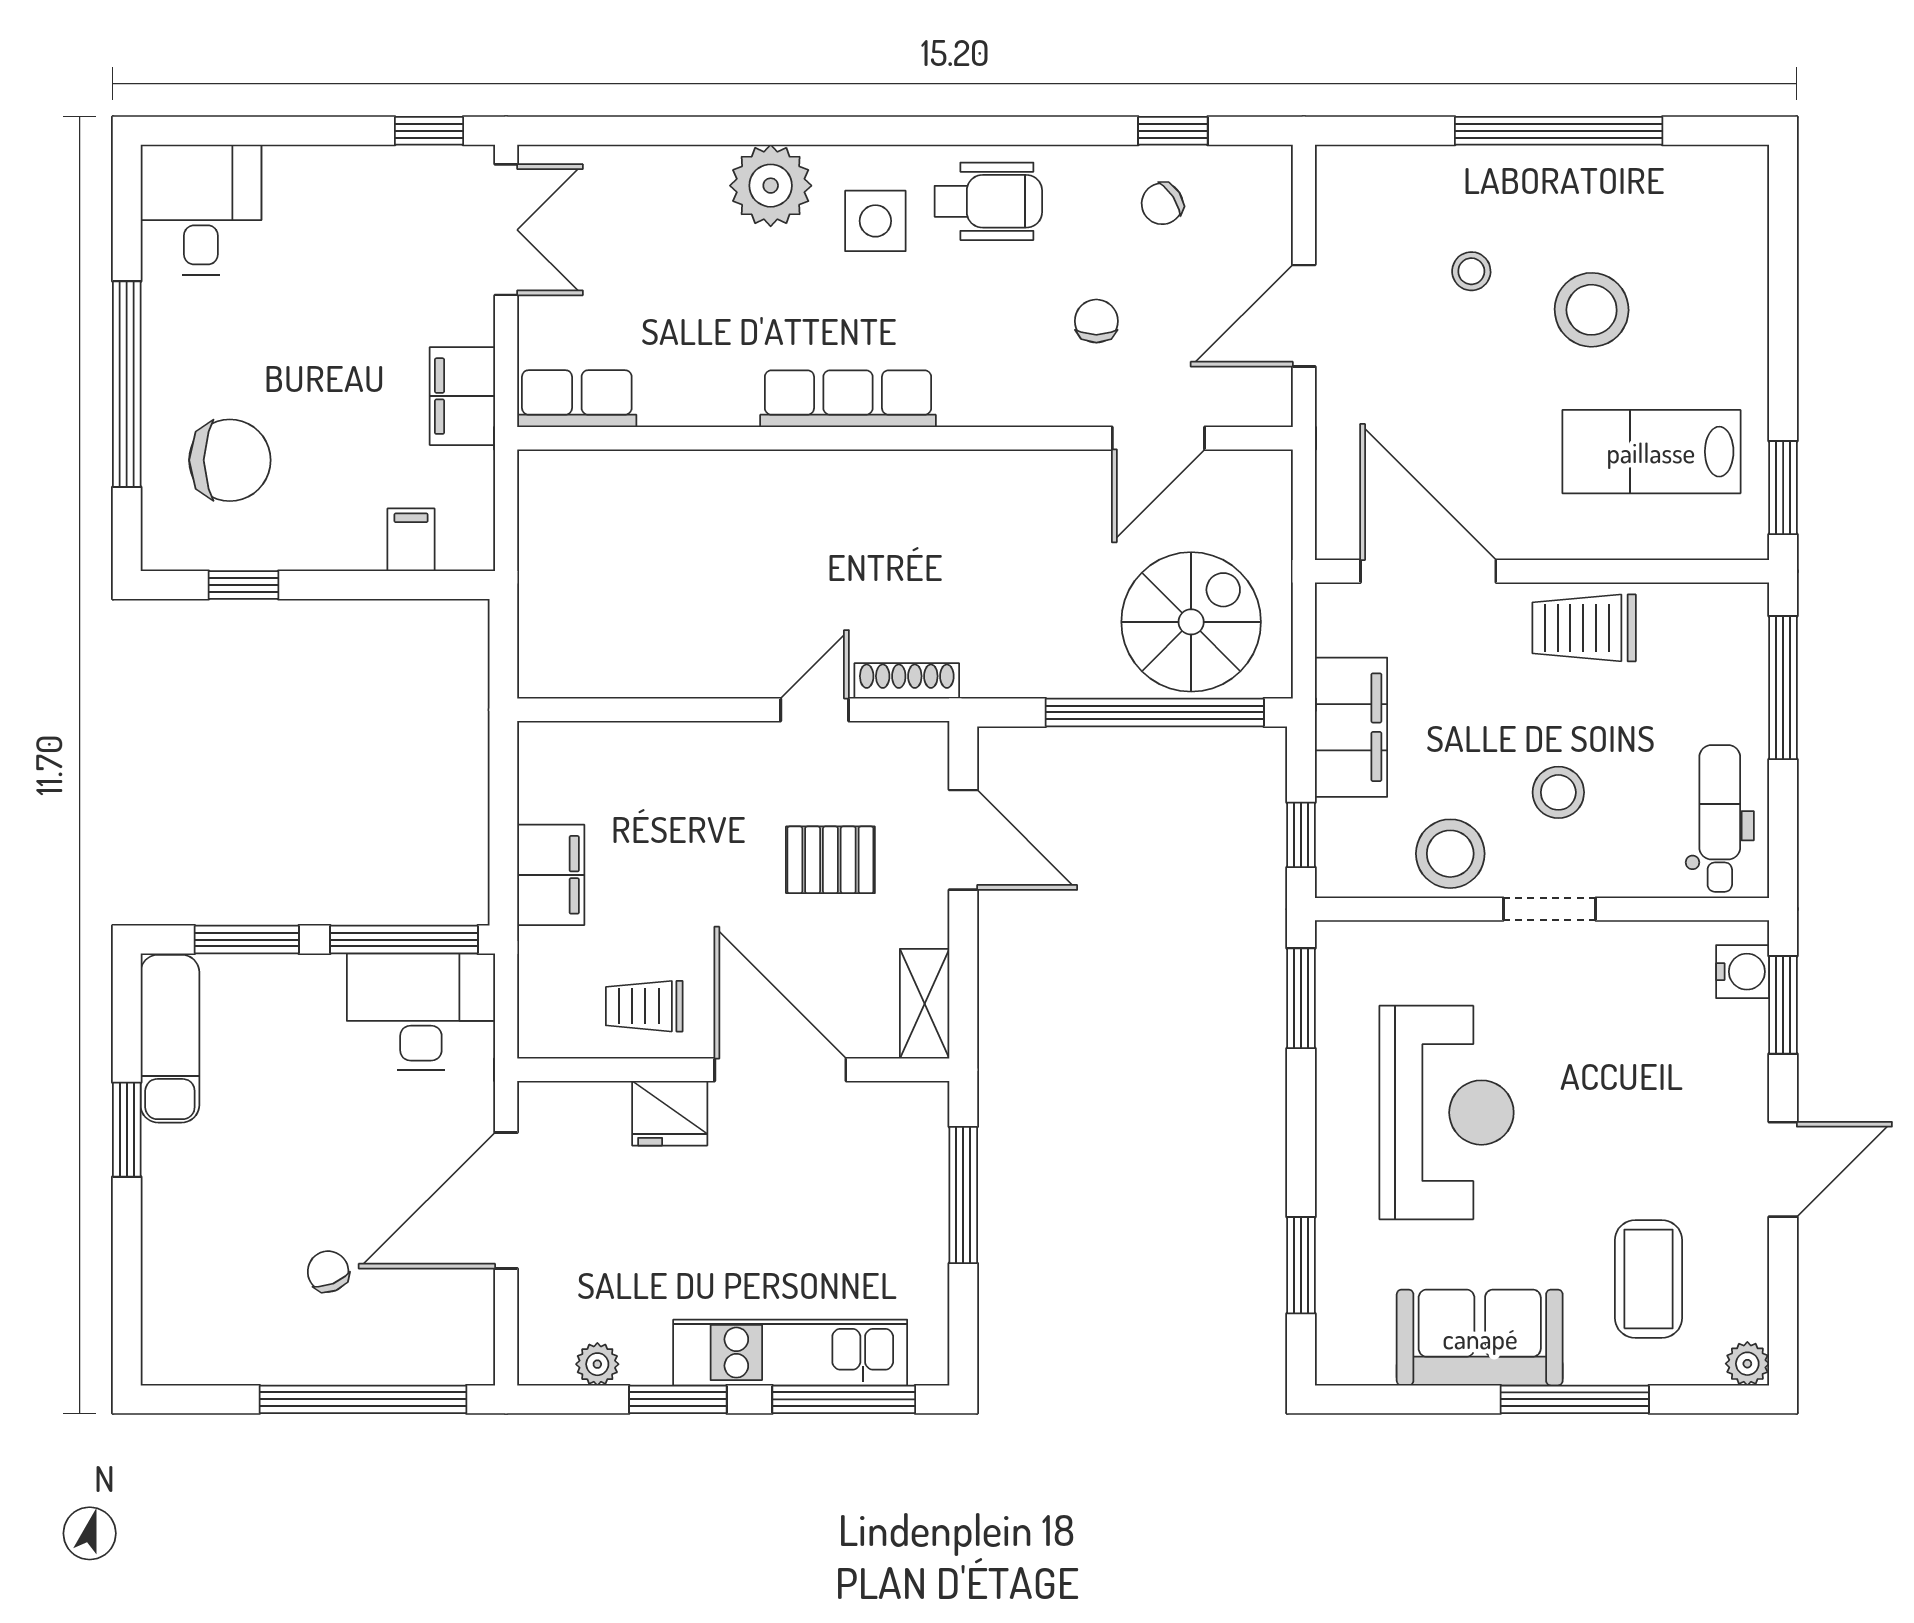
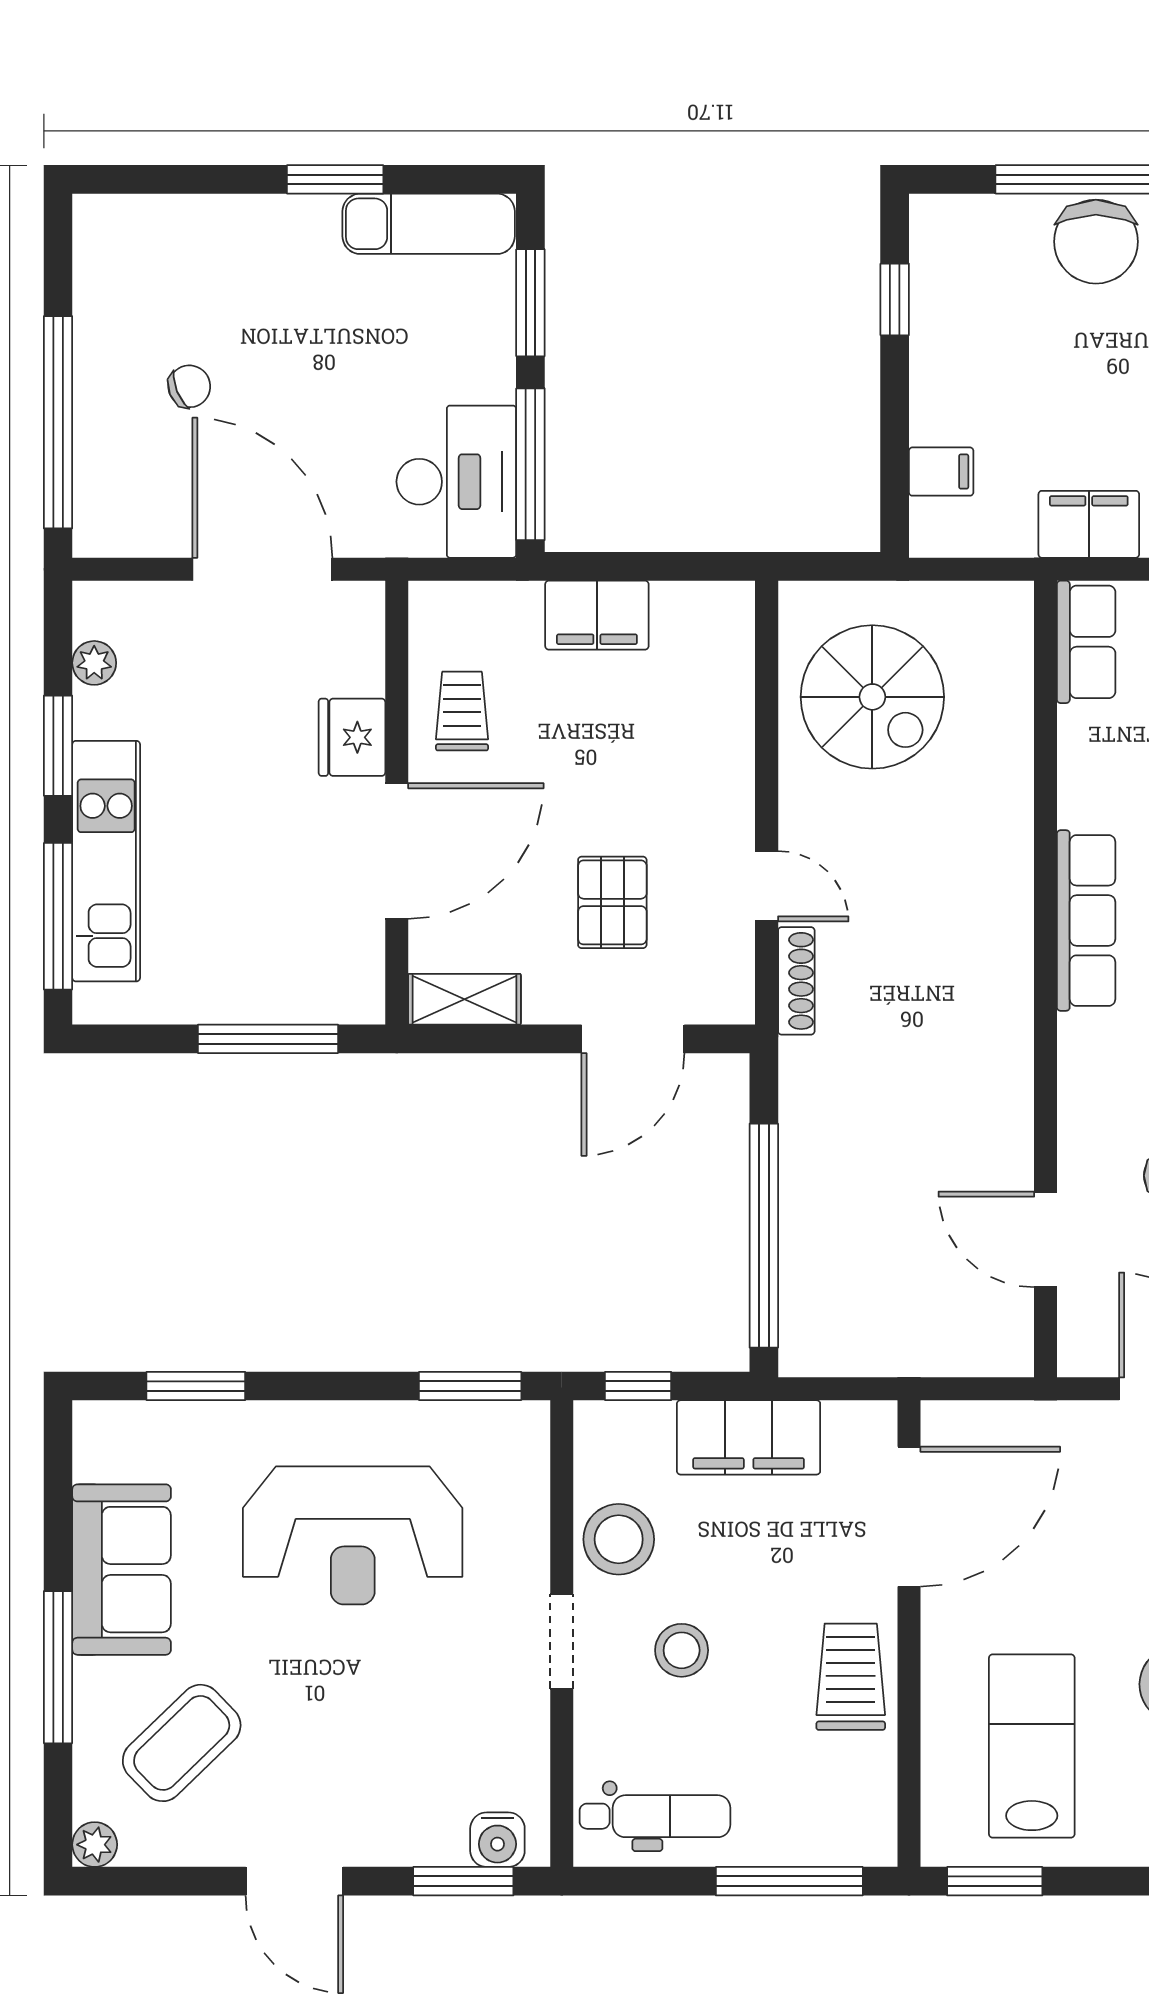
chair: (230, 460) -> (1096, 242), moved
spiral stairs: (1191, 622) -> (872, 697), moved
coffee table: (1648, 1279) -> (182, 1743), turned -44

